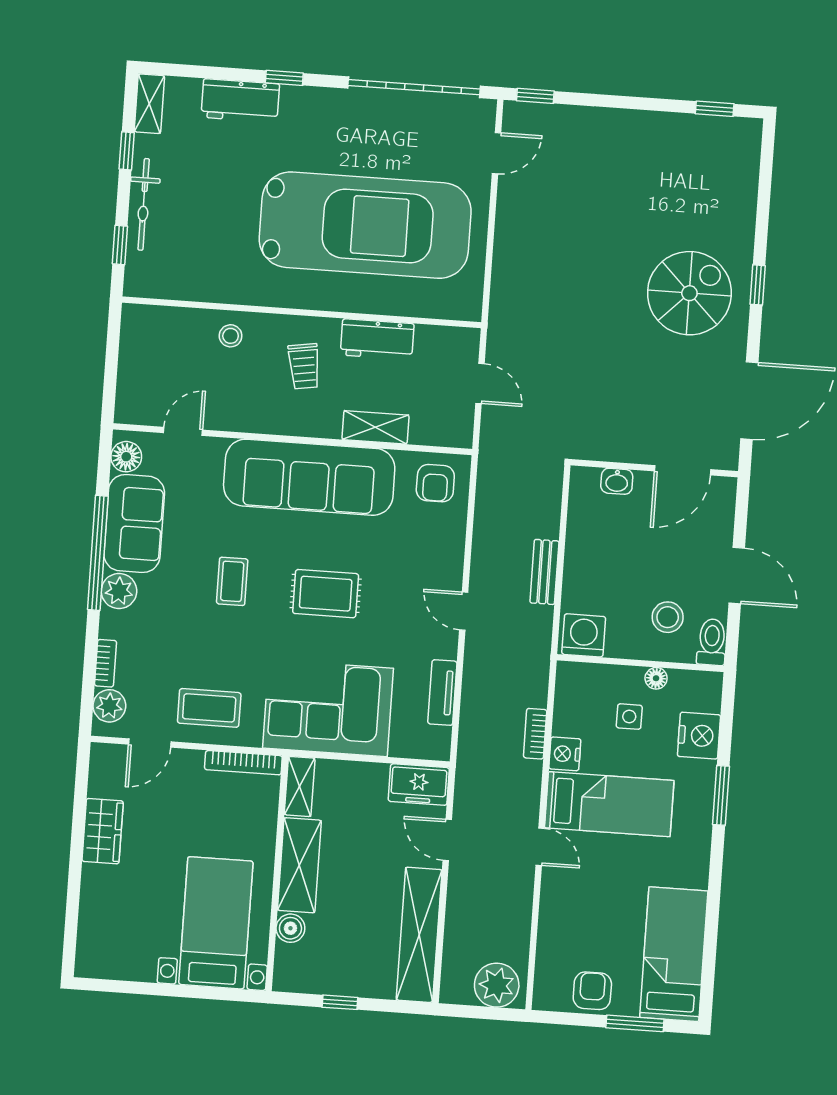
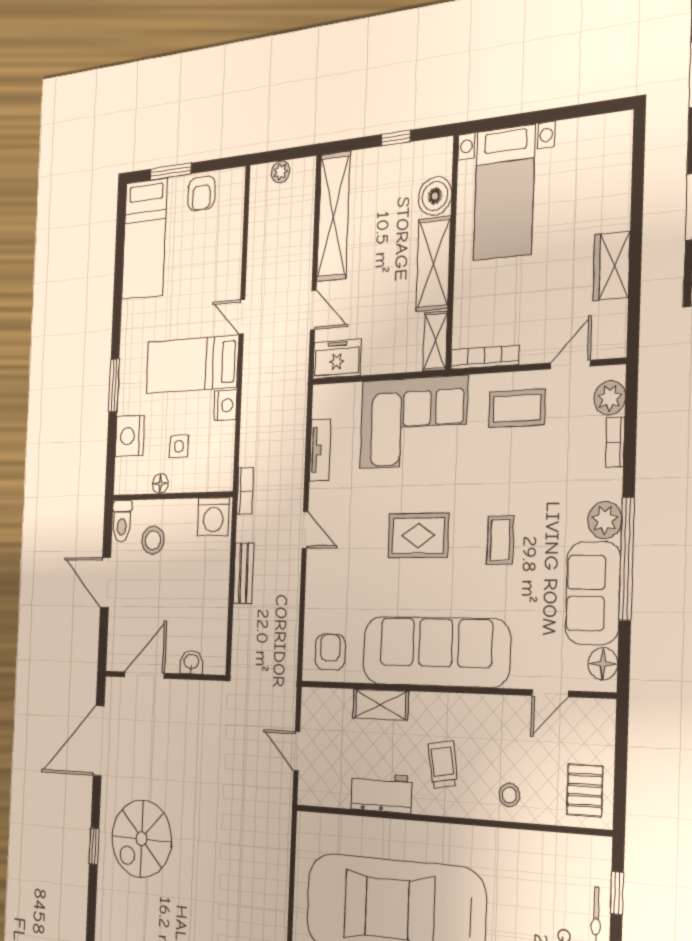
pallet: (150, 339) -> (585, 790), added
bookcase: (535, 734) -> (245, 491), moved
boiler: (290, 928) -> (435, 196), width x1.36, depth x1.36
plant: (497, 985) -> (281, 172), width x0.53, depth x0.53

